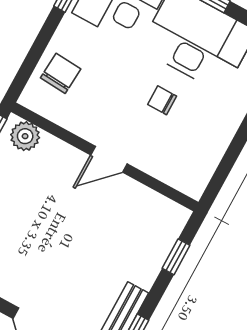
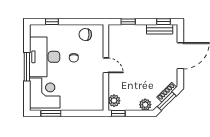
chair: (61, 73) -> (85, 35), moved

